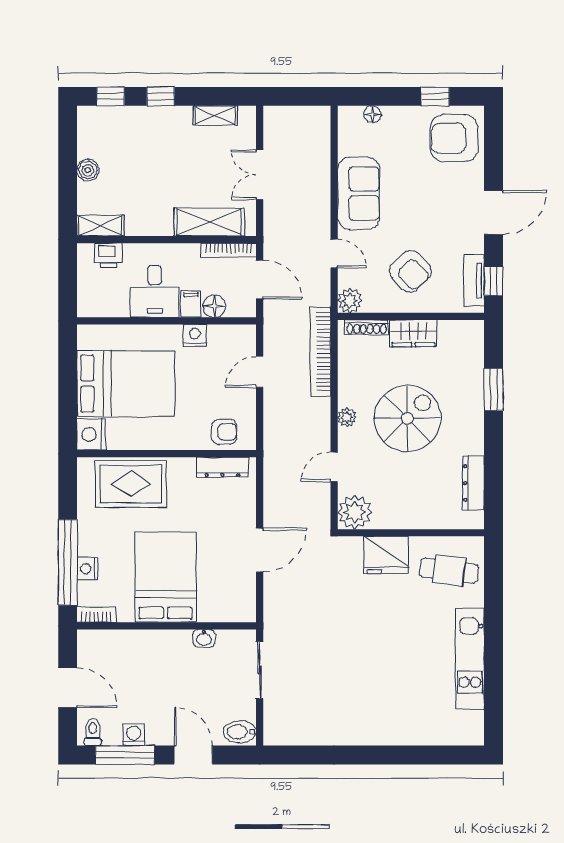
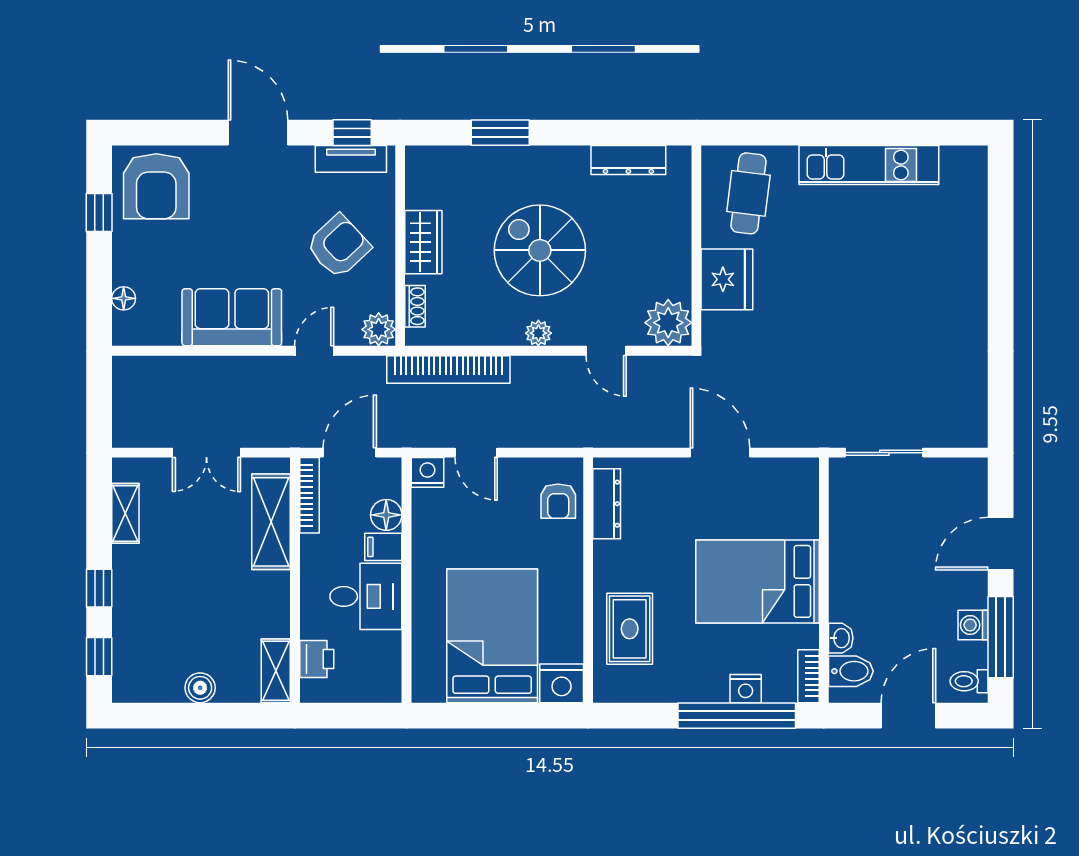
shoe rack: (367, 327) -> (415, 306), width x0.70
nightstand: (195, 335) -> (427, 472), moved, turned 90
armchair: (224, 432) -> (558, 501), turned 180
rug: (131, 484) -> (630, 629), width x0.73, depth x0.70
washbasin: (204, 638) -> (841, 638), moved
bidet: (240, 732) -> (851, 671), moved, turned -90

